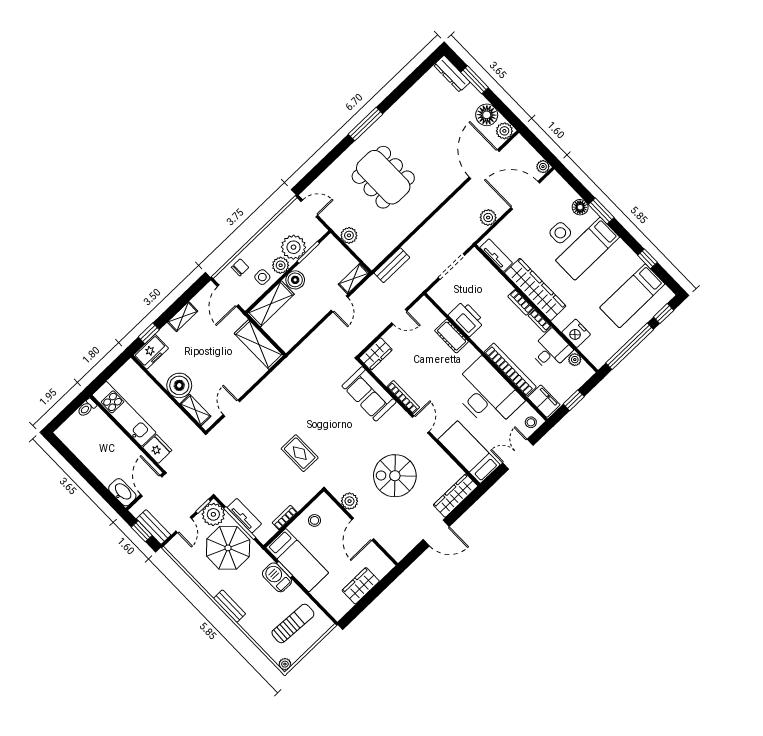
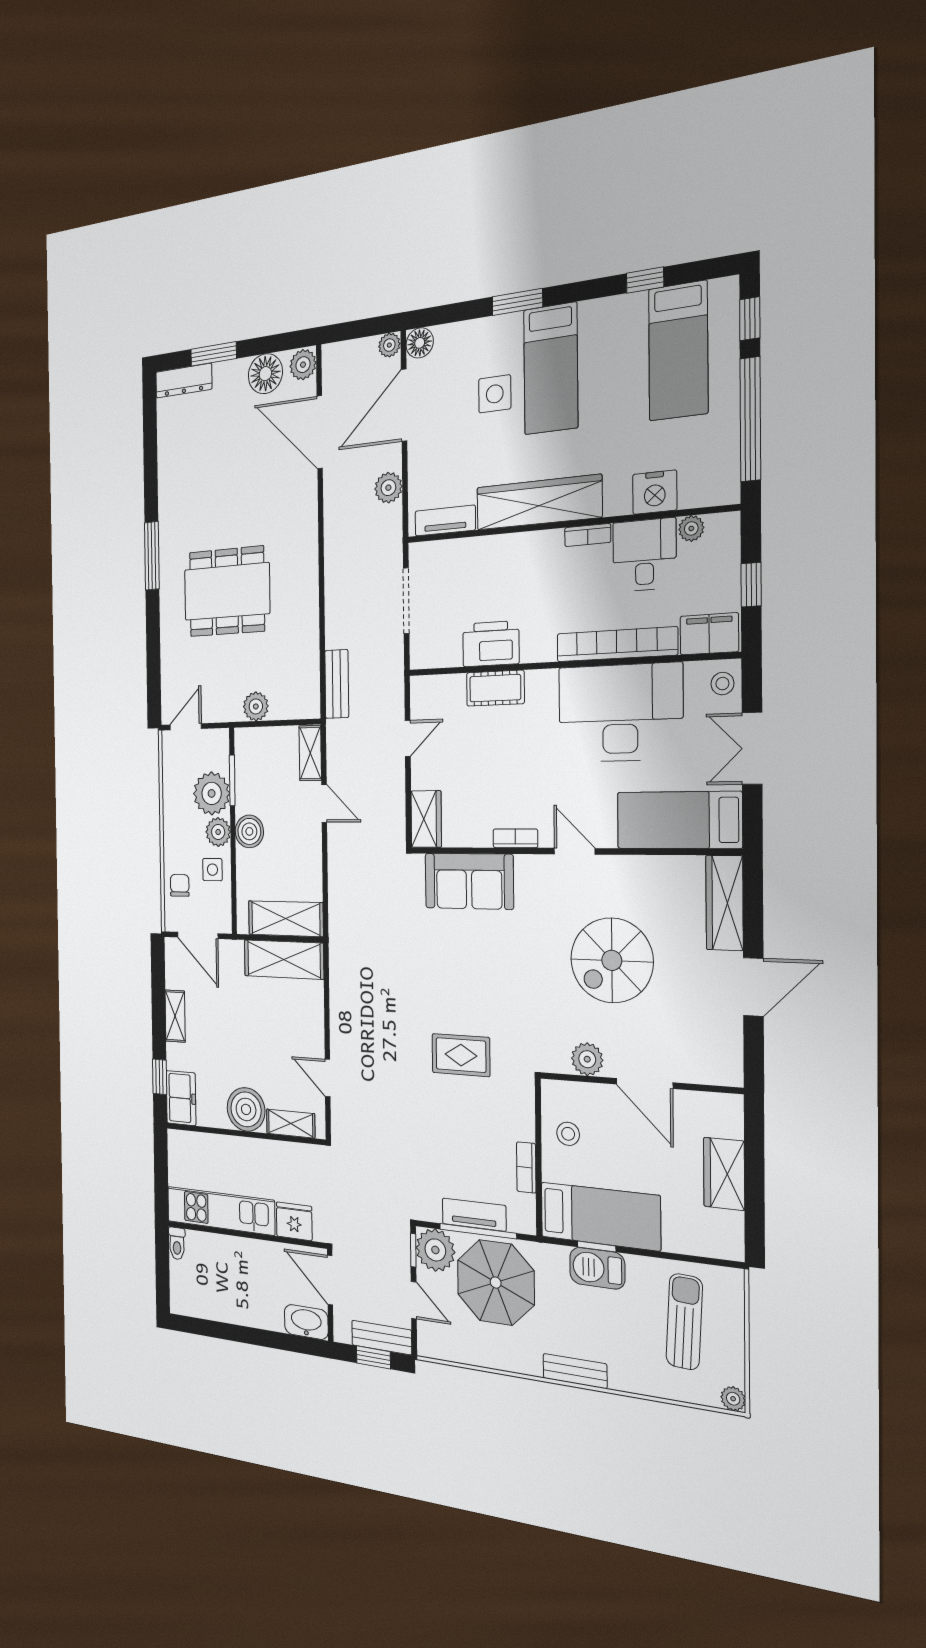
floor lamp: (580, 207) -> (420, 343), moved
bookcase: (521, 302) -> (537, 541), removed
shelving: (271, 304) -> (286, 919), moved, turned 90
bookcase: (403, 397) -> (515, 838), width x0.64

